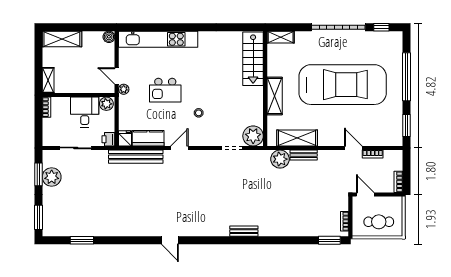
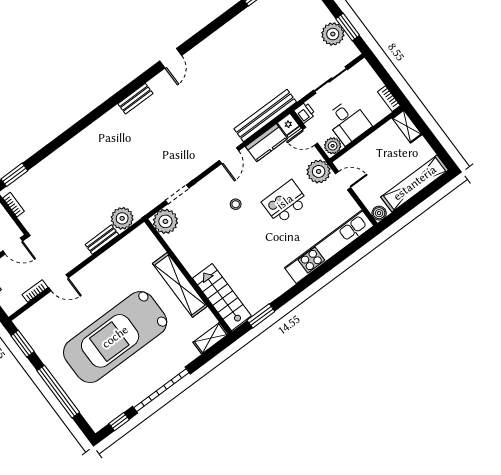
window: (237, 27) -> (261, 316), added
shelving: (62, 39) -> (415, 183), width x1.47
plant: (124, 89) -> (319, 171), width x1.87, depth x1.87
shelving: (275, 96) -> (180, 285), width x1.47
door: (117, 121) -> (310, 136), added
shelving: (297, 138) -> (121, 252), removed
bench: (244, 231) -> (135, 99), moved
door: (170, 240) -> (171, 58), swing flipped

